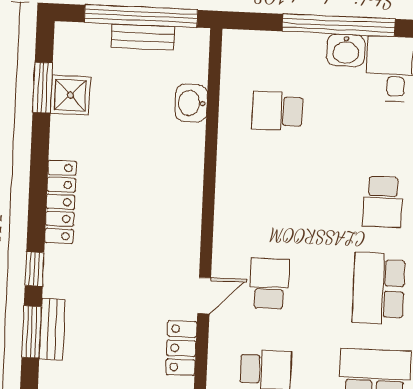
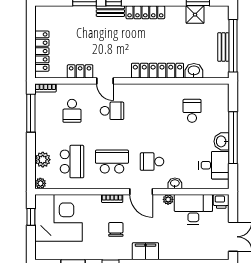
locker: (187, 181) -> (158, 71), added
bench: (52, 329) -> (110, 11), moved

